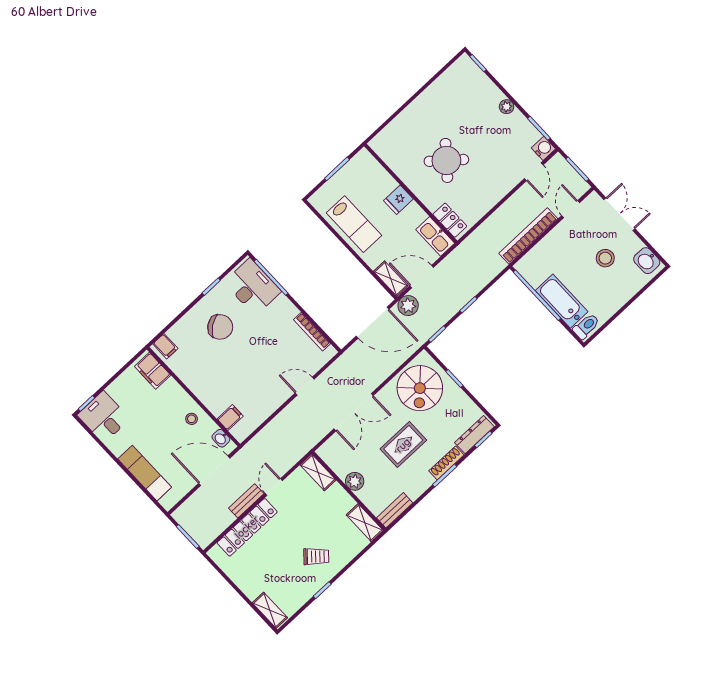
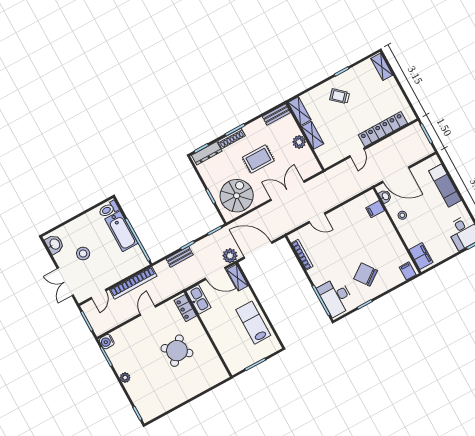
door: (534, 172) -> (148, 311), moved
fridge: (398, 200) -> (218, 332), removed
shelving: (318, 472) -> (312, 135), moved
bench: (246, 501) -> (180, 257), moved

